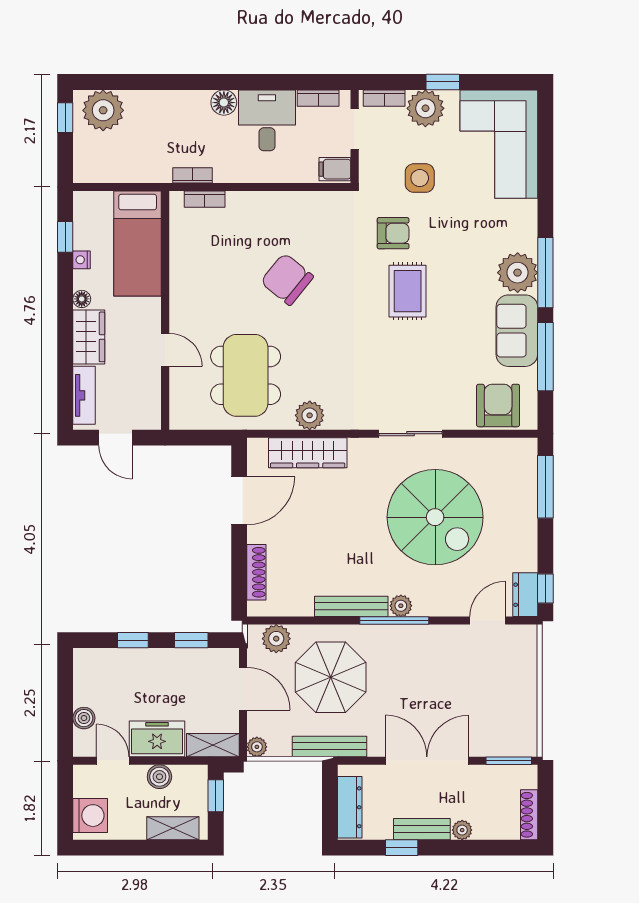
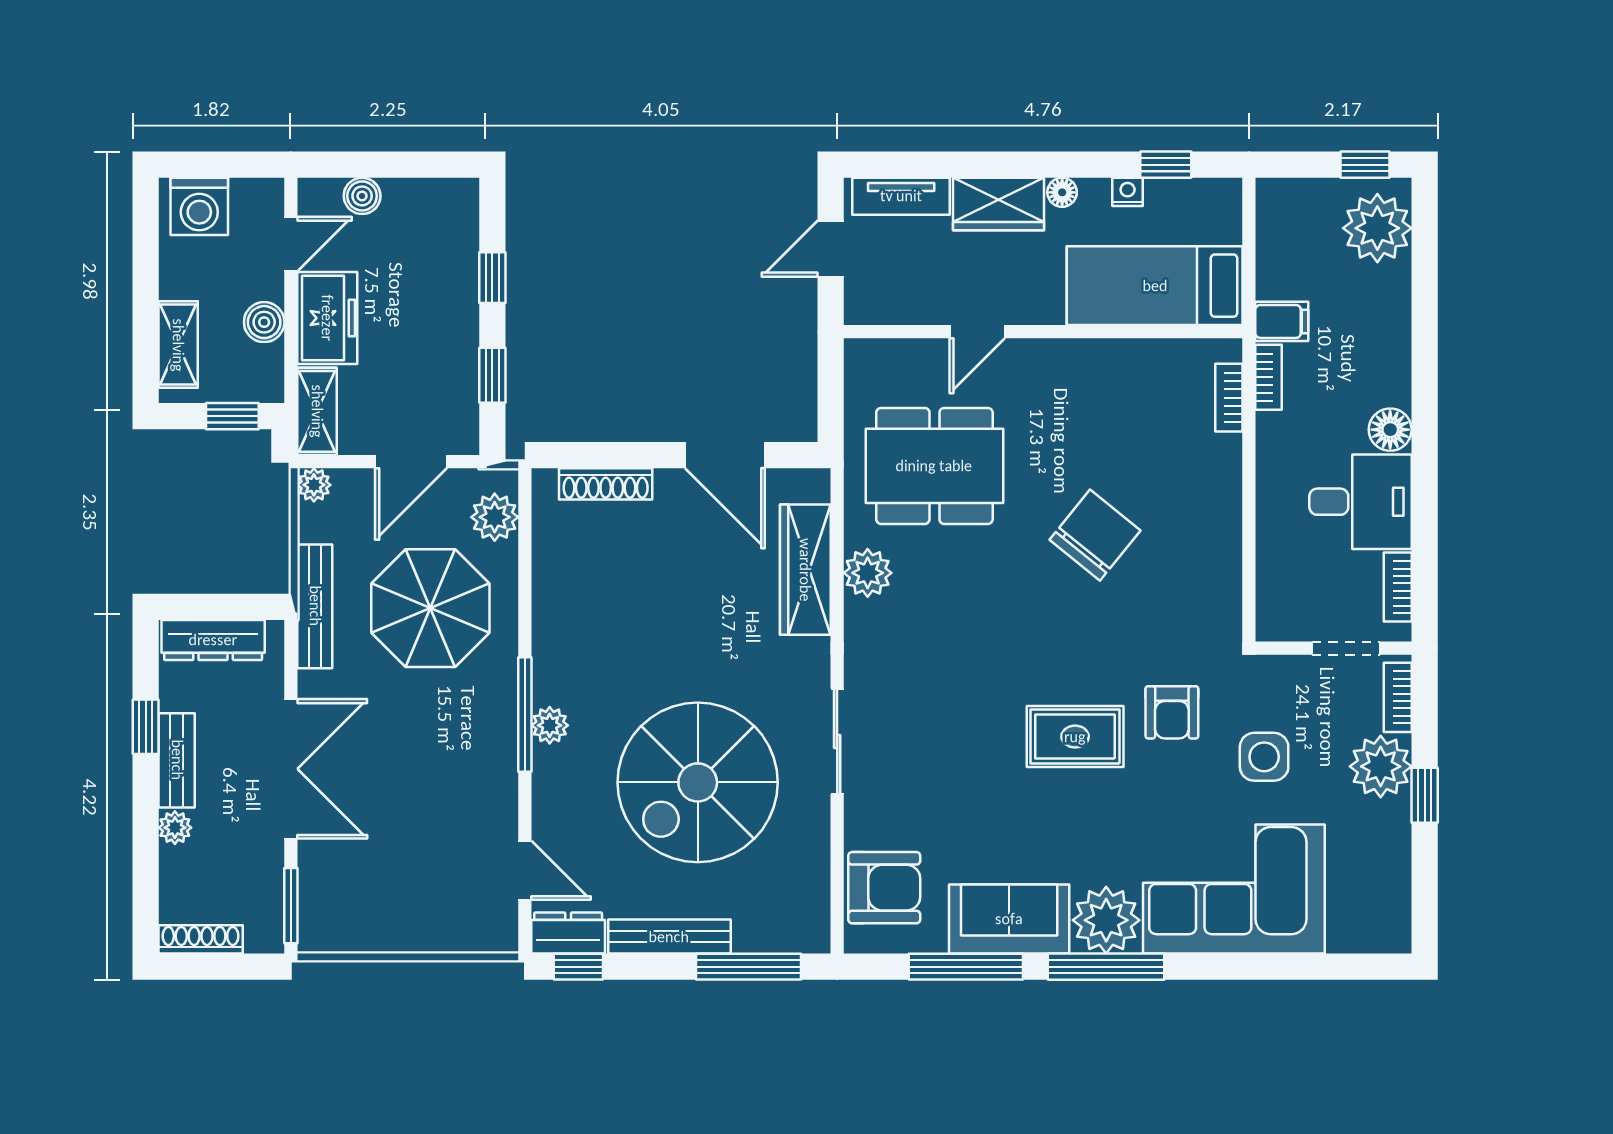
corner sofa: (499, 144) -> (1234, 889), moved
filing cabinet: (335, 169) -> (1282, 321), moved, turned 90
bench: (351, 606) -> (669, 937), moved, turned 90

